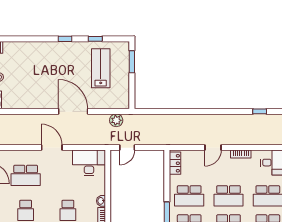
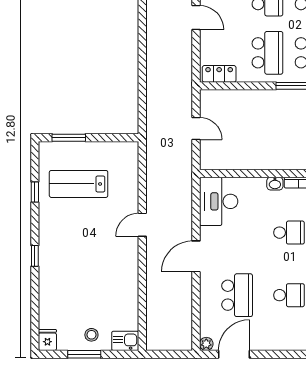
window: (65, 39) -> (35, 256), moved
door: (73, 111) -> (142, 225), width x0.53
plant: (116, 120) -> (155, 161), removed
door: (127, 148) -> (196, 128), moved

